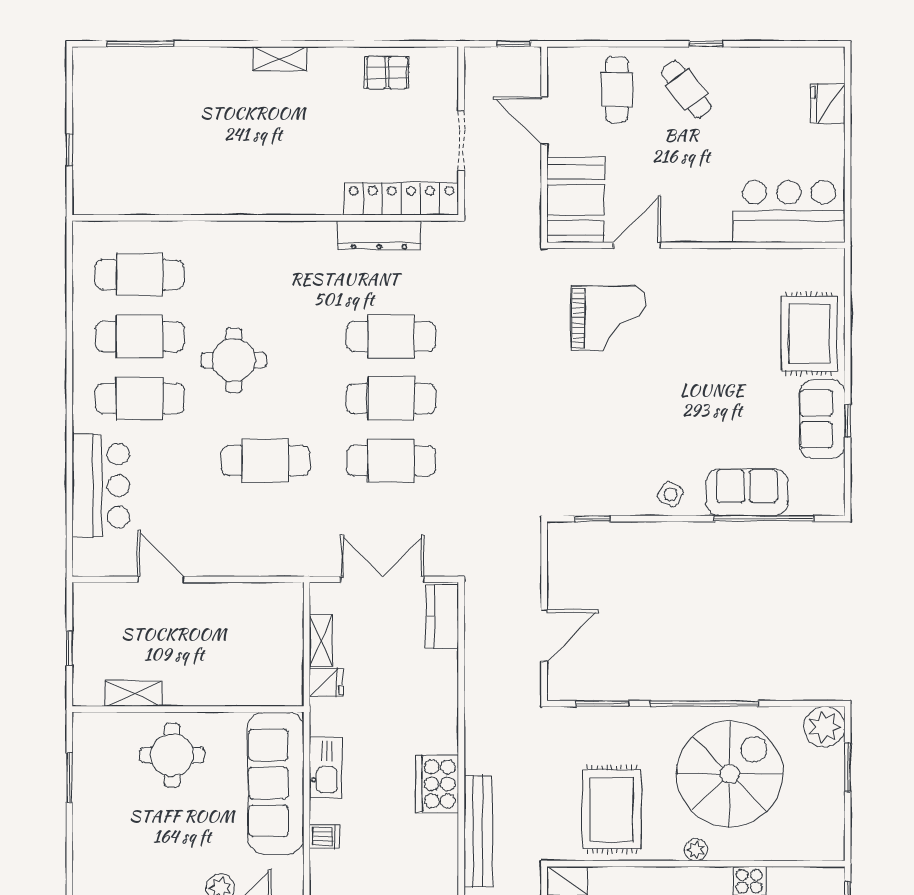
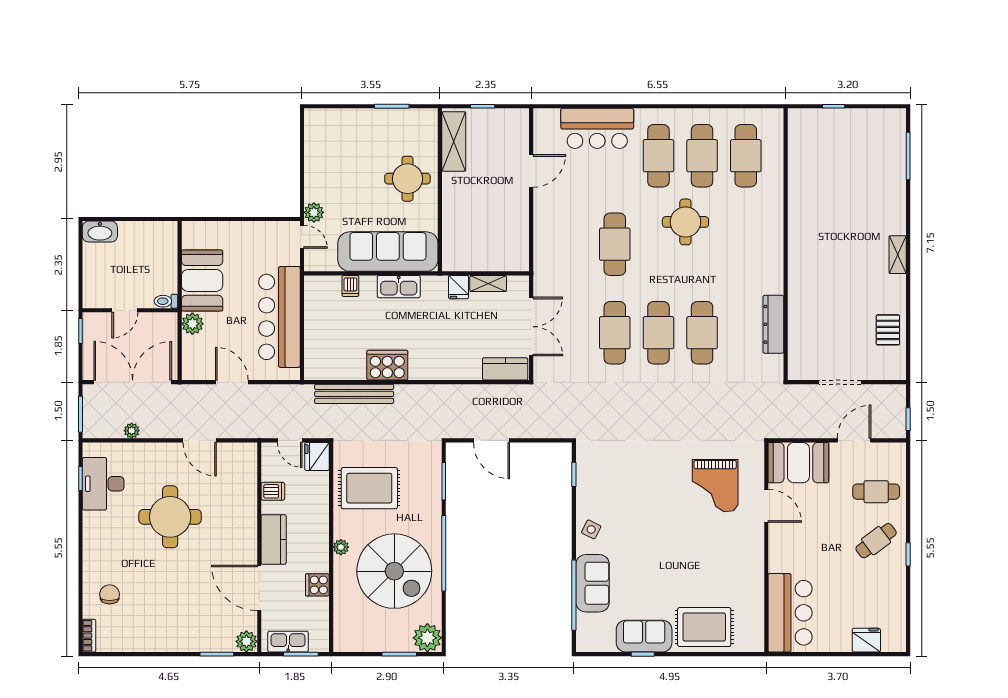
locker: (401, 199) -> (799, 340), removed
shelving: (133, 694) -> (454, 141), width x1.50, depth x1.33

